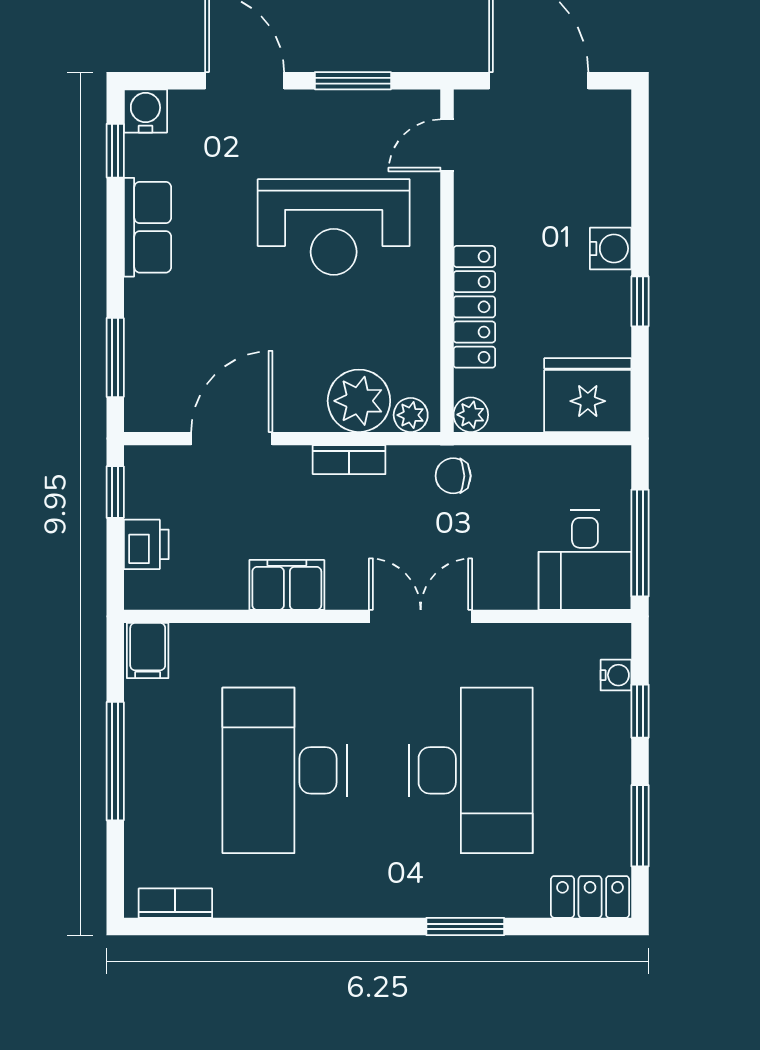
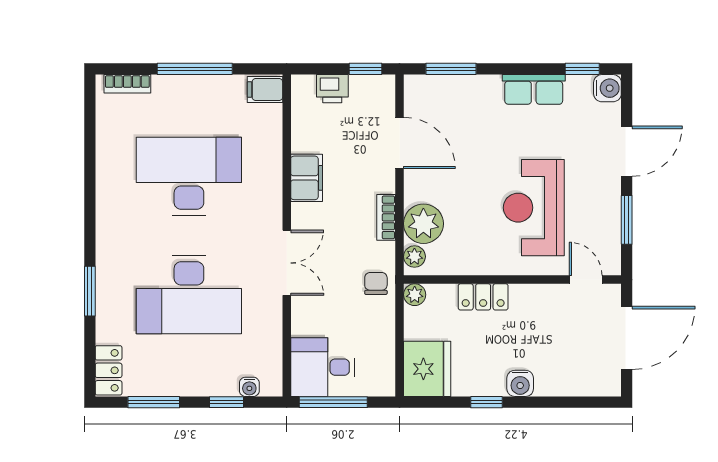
locker: (474, 307) -> (483, 297), width x0.66
bookcase: (175, 903) -> (127, 84), moved, turned 90

